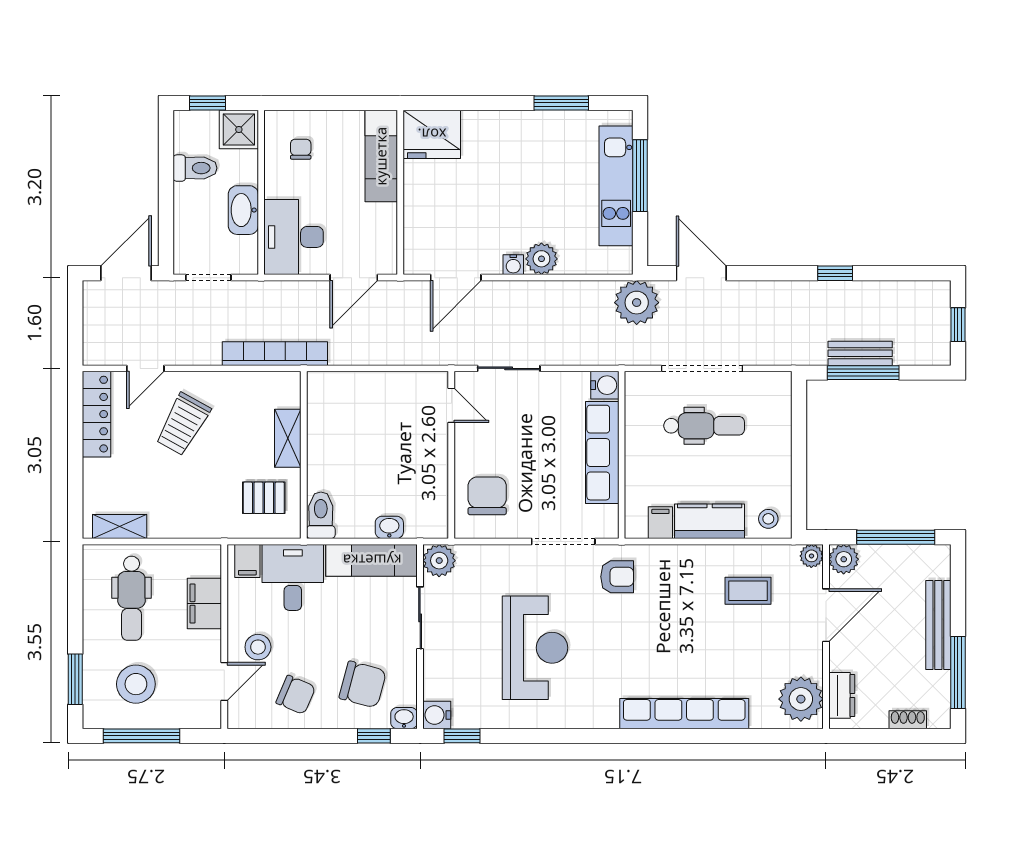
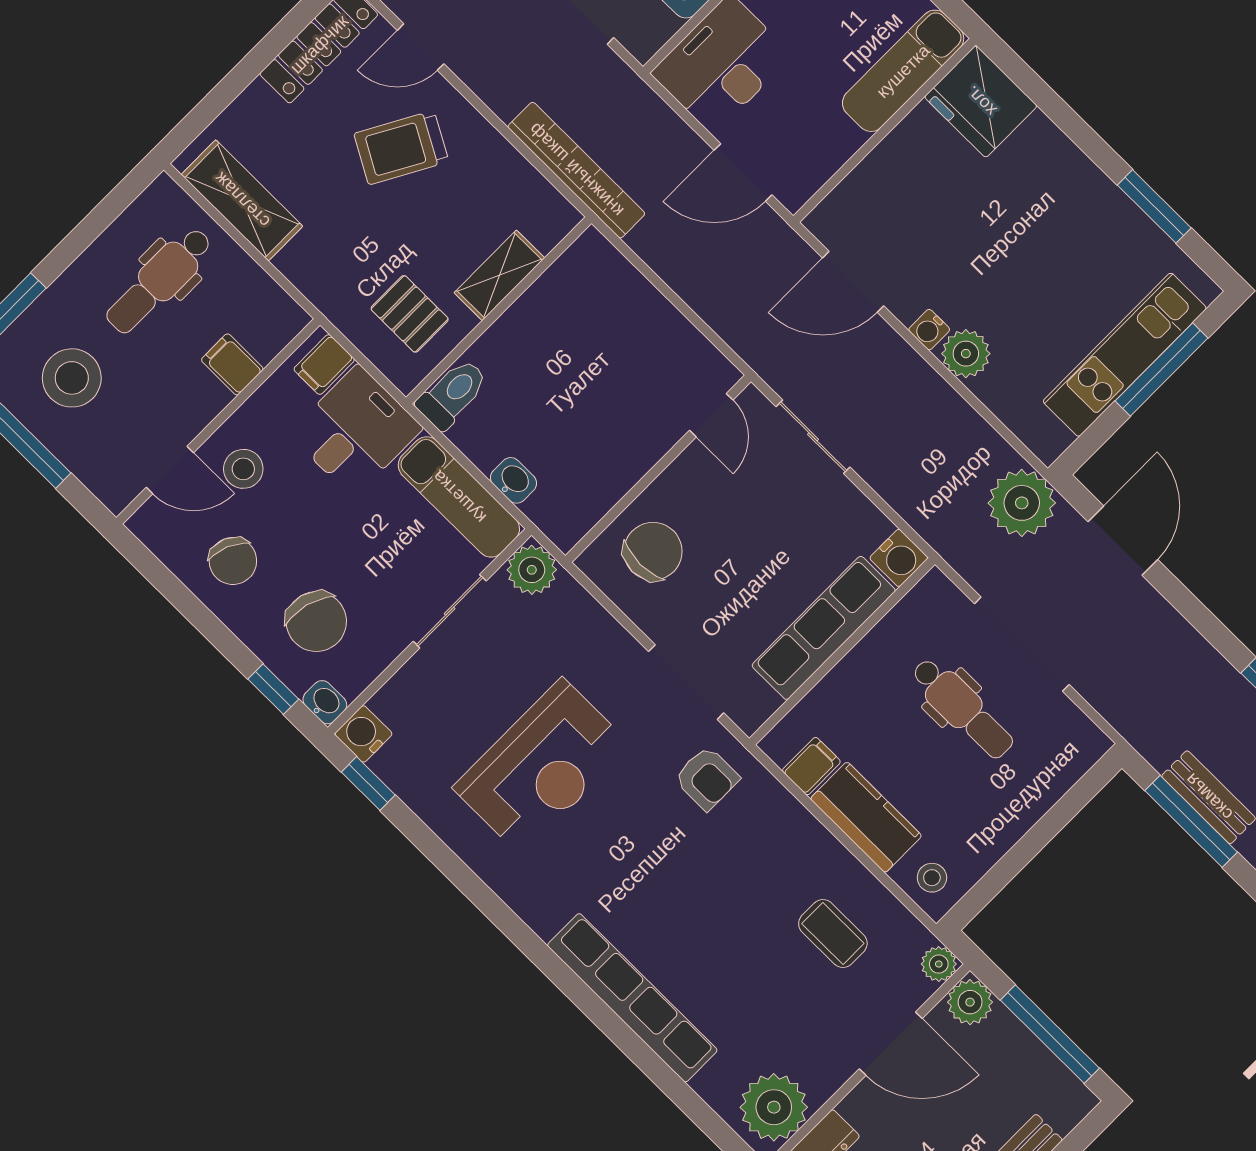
shelving: (120, 527) -> (242, 200), width x1.50, depth x1.33
filing cabinet: (204, 603) -> (232, 364), width x0.50

